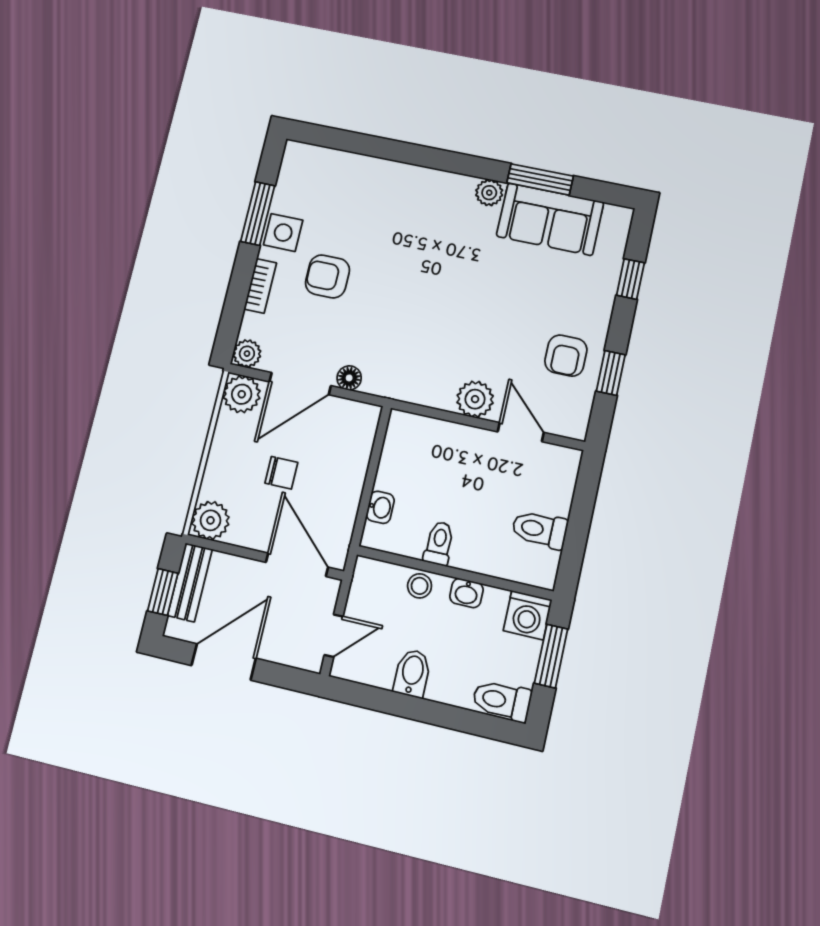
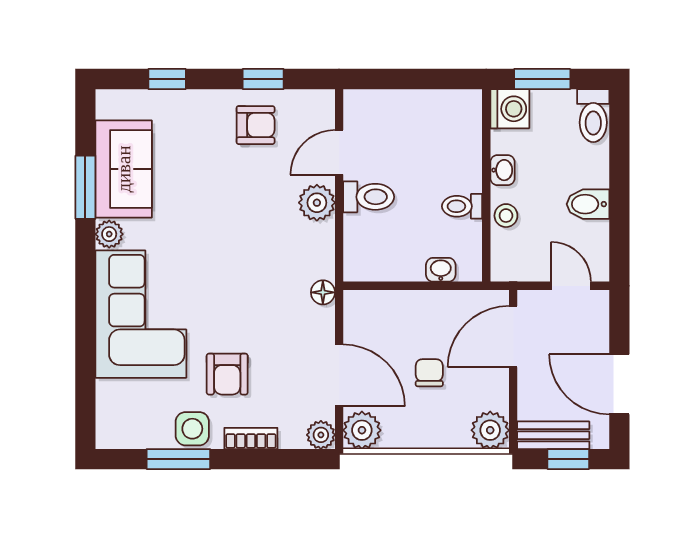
corner sofa: (405, 207) -> (141, 314), added
floor lamp: (349, 378) -> (323, 292), moved
toilet: (540, 530) -> (369, 197), moved, turned -90

